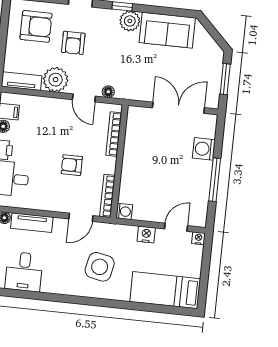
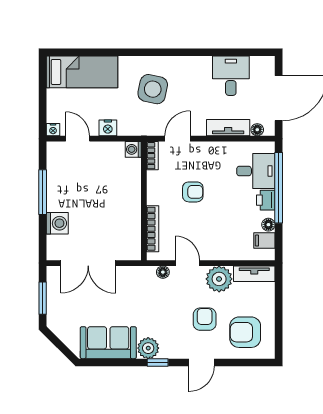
bookcase: (107, 196) -> (152, 156), width x0.64
door: (176, 227) -> (78, 139), swing flipped

